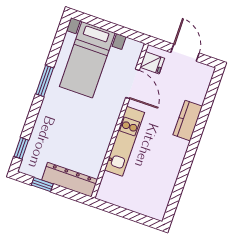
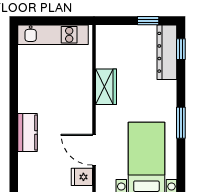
wardrobe: (102, 137) -> (106, 87), added
kitchen unit: (124, 141) -> (53, 35), moved, turned -90
dresser: (70, 180) -> (167, 52), moved, turned 90

